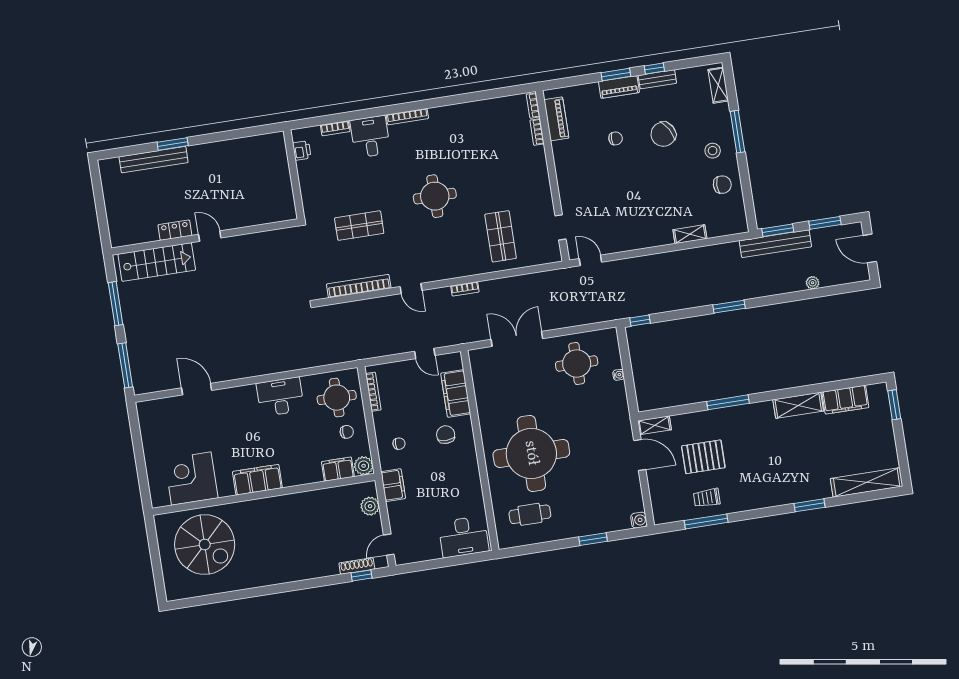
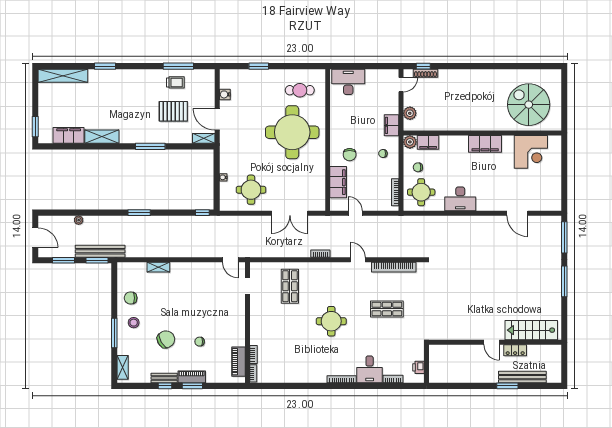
locker: (175, 230) -> (515, 350), moved
door: (210, 236) -> (492, 342), moved
wall: (205, 237) -> (495, 342), moved
stairs: (157, 262) -> (531, 330), moved
water cooler: (639, 520) -> (225, 94), moved

